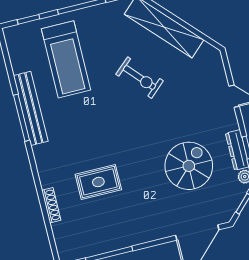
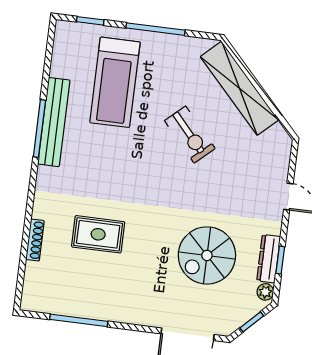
spiral stairs: (189, 166) -> (207, 255), turned 180

